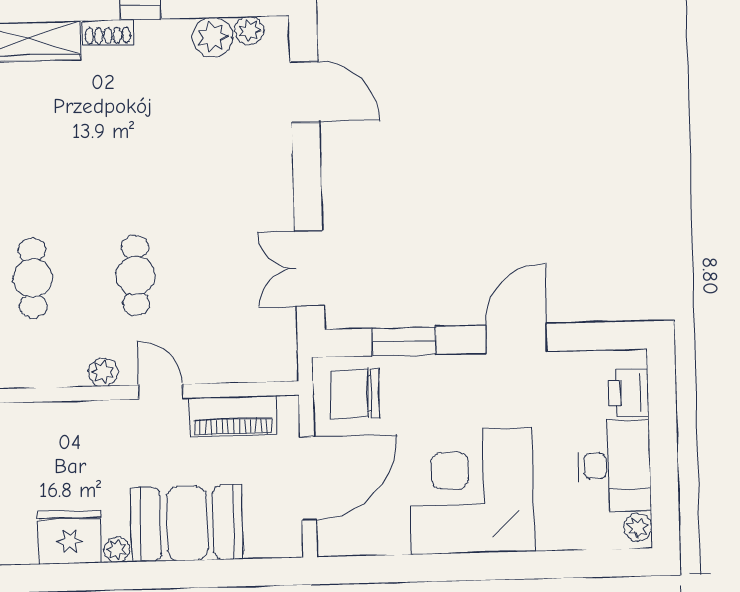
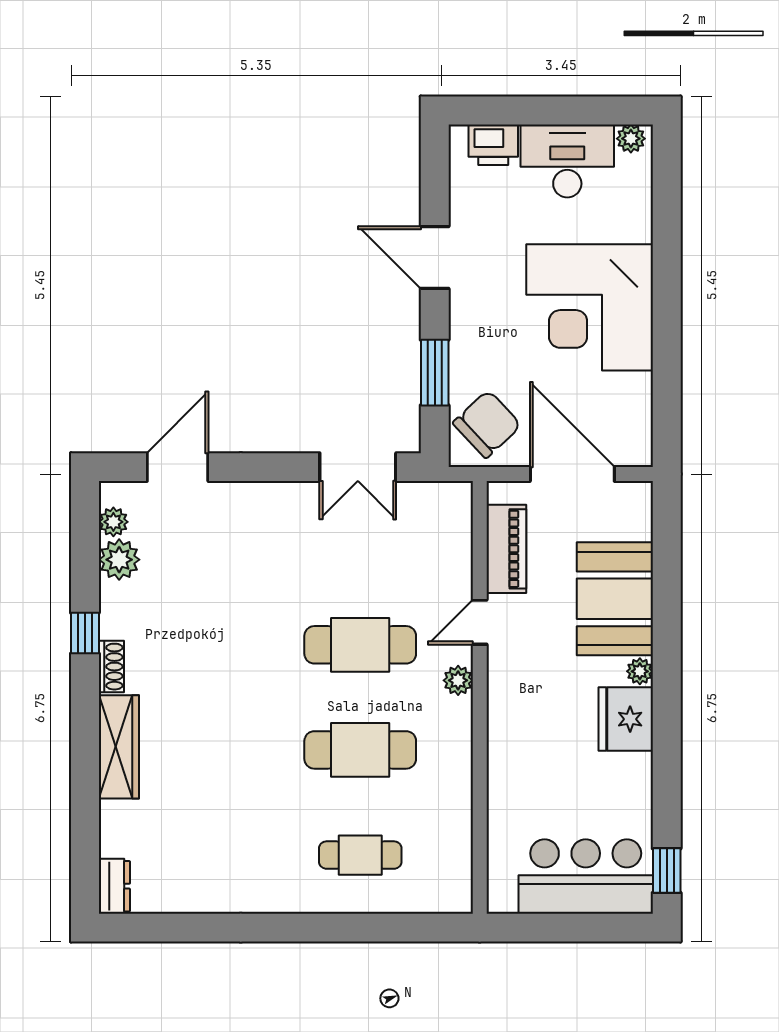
cafe table: (135, 275) -> (360, 645), width x1.37, depth x1.35
cafe table: (33, 278) -> (360, 750), width x1.37, depth x1.35
chair: (355, 394) -> (487, 424), turned -133

